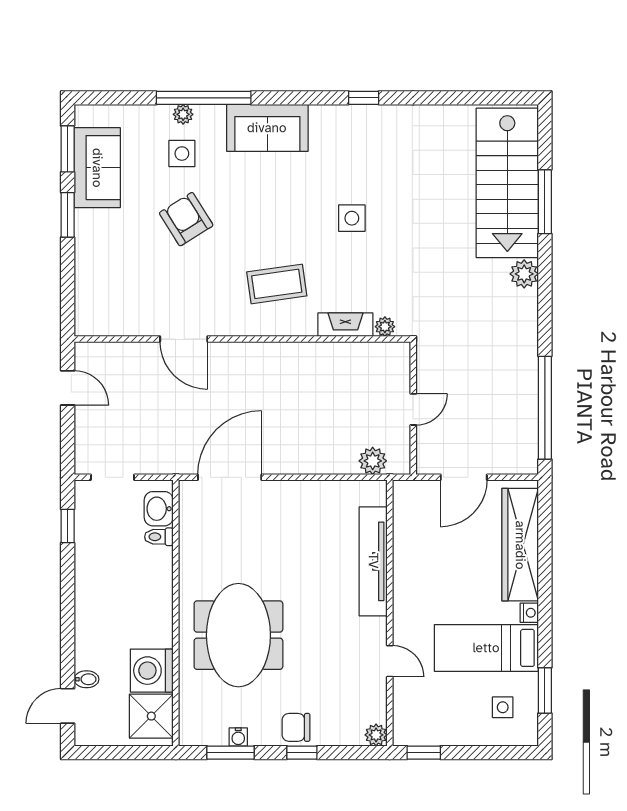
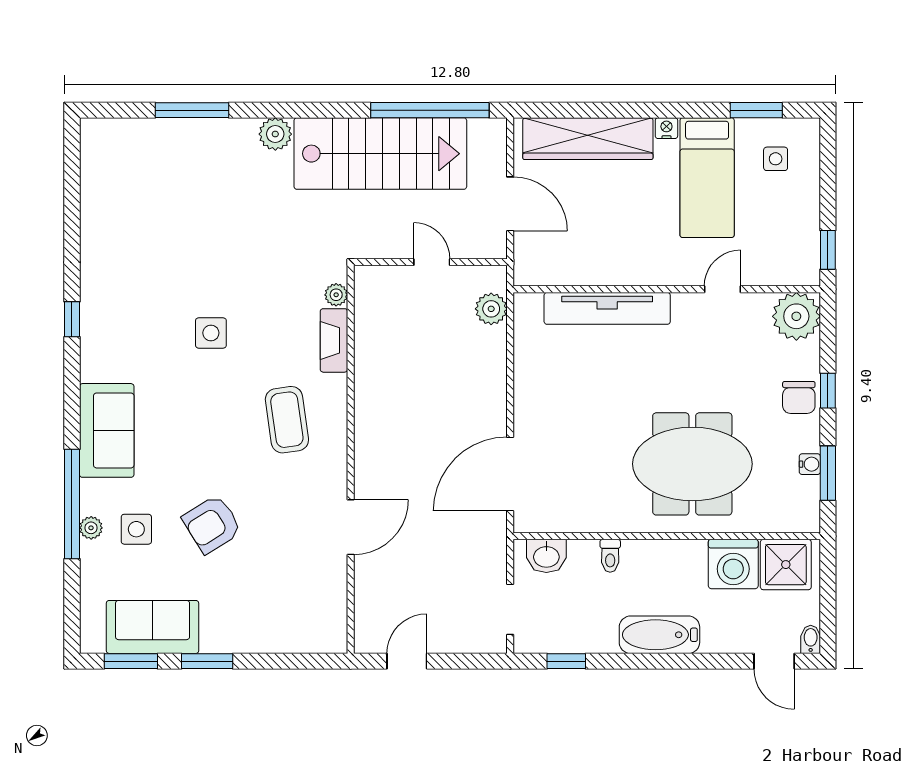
stairs: (507, 183) -> (380, 154), moved
door: (230, 477) -> (510, 474), hinge flipped
toilet: (159, 537) -> (610, 556), moved
bathtub: (90, 607) -> (659, 635), added
bidet: (86, 679) -> (811, 639), moved
plant: (376, 735) -> (796, 316), width x1.88, depth x1.88

